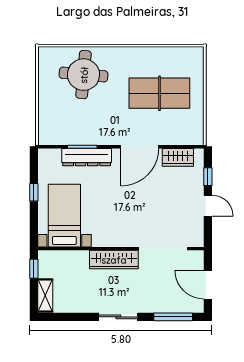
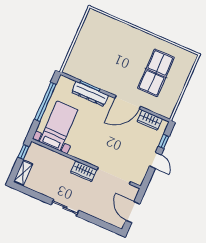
round table: (84, 75) -> (111, 39), removed
table tennis table: (159, 93) -> (156, 73), turned 90
window: (34, 192) -> (45, 102), width x3.17
wardrobe: (114, 260) -> (84, 171), width x0.67
window: (173, 317) -> (101, 223), removed

